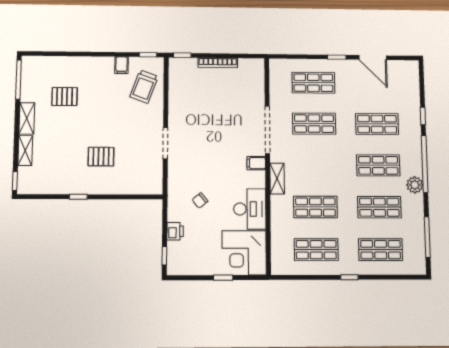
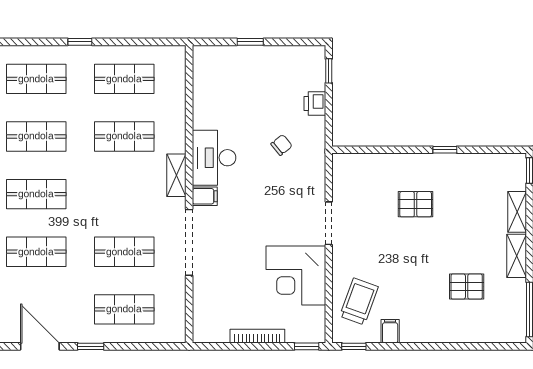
desk: (250, 209) -> (214, 158), moved
corner desk: (244, 253) -> (296, 275), moved, turned 180

